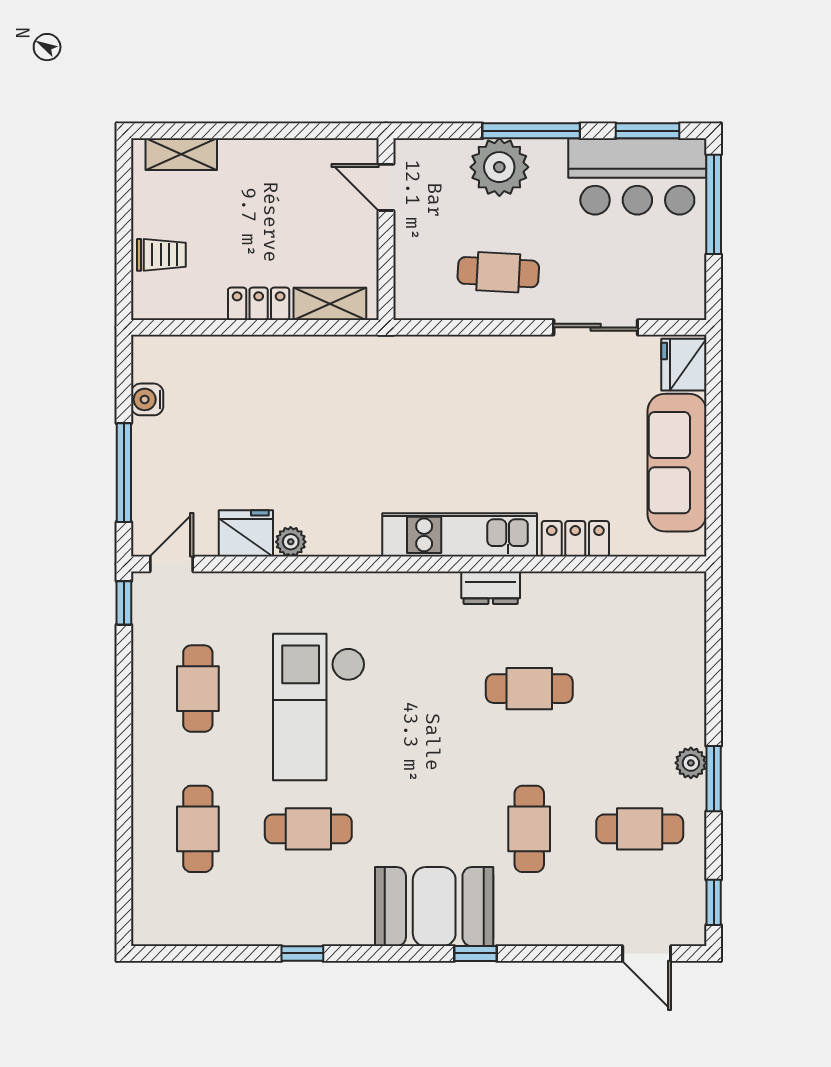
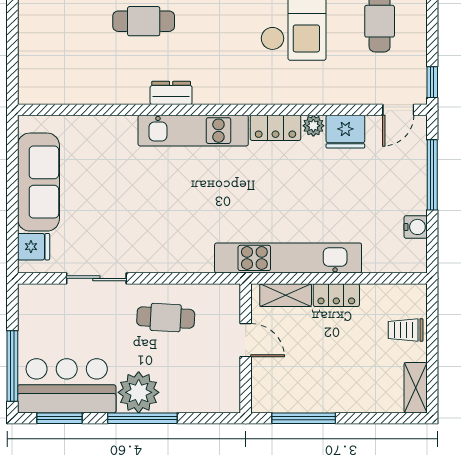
window: (304, 131) -> (304, 418), added
shelving: (181, 154) -> (416, 388), moved, turned 90
plant: (499, 167) -> (139, 392), moved
door: (386, 187) -> (246, 340), moved
kitchen unit: (326, 356) -> (288, 258), added
fridge: (684, 365) -> (34, 247), width x0.72
locker: (575, 539) -> (275, 128), moved

